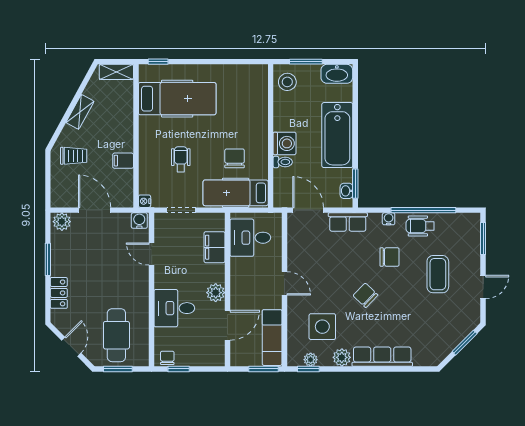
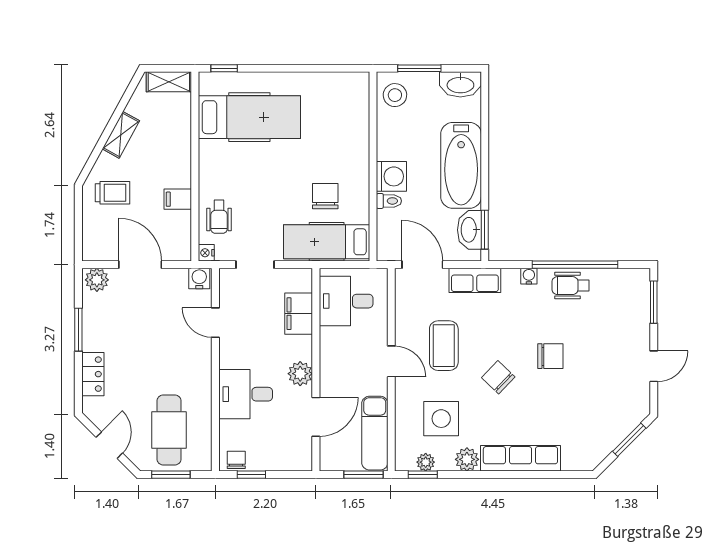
wheelchair: (181, 159) -> (219, 217), moved, turned 180
washbasin: (346, 191) -> (469, 230), width x1.91, depth x1.45
chair: (390, 257) -> (550, 356), moved
coffee table: (438, 274) -> (444, 346), moved

